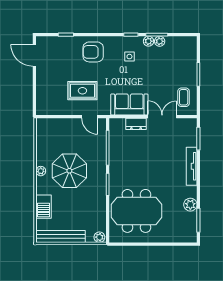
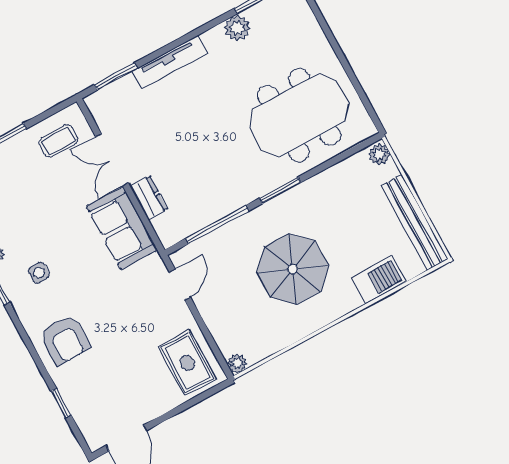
rug: (82, 91) -> (187, 363), moved
plant: (41, 171) -> (237, 363), moved
meeting table: (136, 211) -> (299, 115), turned 90

